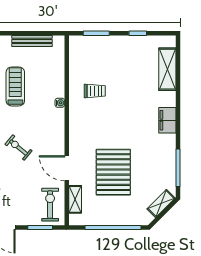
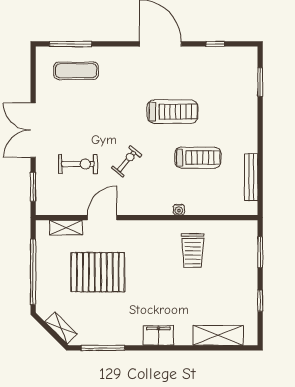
trolley: (95, 91) -> (193, 251), width x1.36, depth x1.39
exercise bike: (50, 205) -> (78, 164), moved

